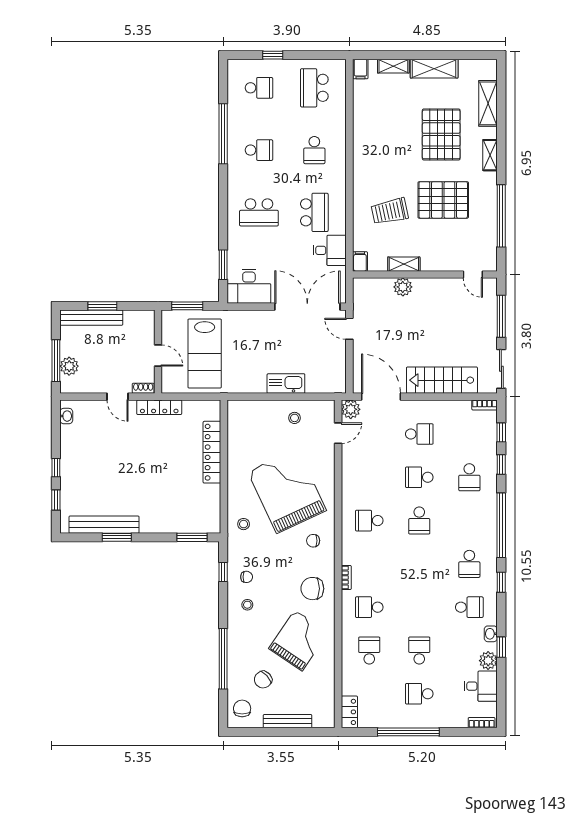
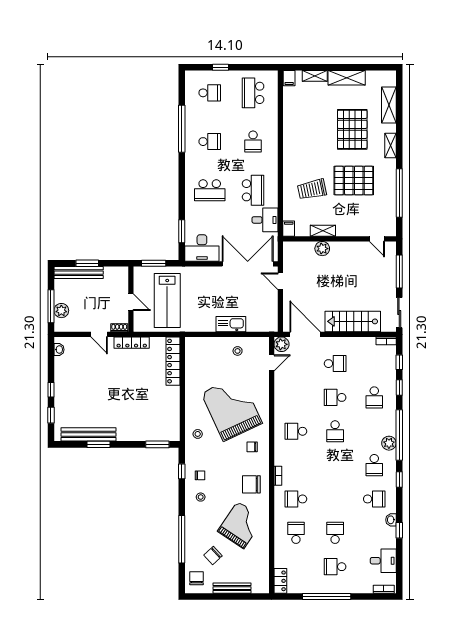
locker: (212, 452) -> (173, 361), moved
plant: (488, 661) -> (389, 443), moved

